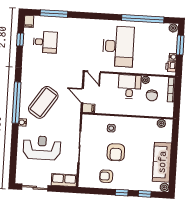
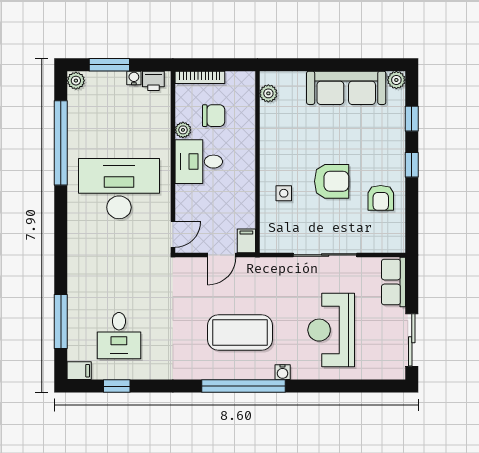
desk: (45, 42) -> (119, 336), turned 180
coffee table: (43, 102) -> (240, 333), turned -34

